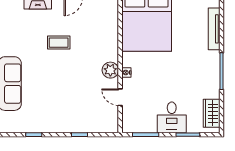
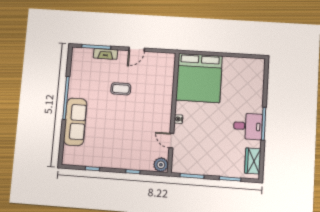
tv unit: (214, 29) -> (259, 86), removed
plant: (110, 70) -> (161, 165), moved
desk: (172, 117) -> (248, 126), moved, turned -90

